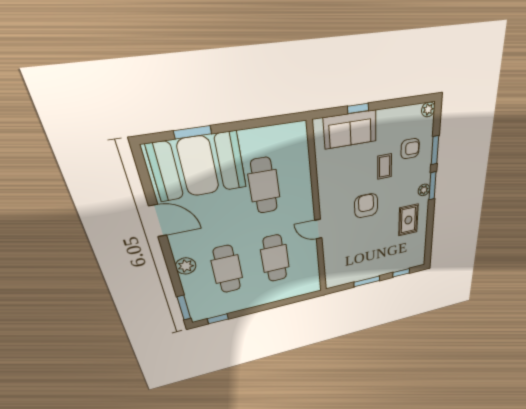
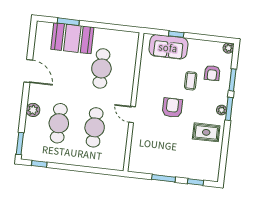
armchair: (410, 149) -> (212, 73), turned 90
booth: (198, 166) -> (72, 38), width x0.73, depth x0.70
rug: (408, 220) -> (206, 132), turned 90

